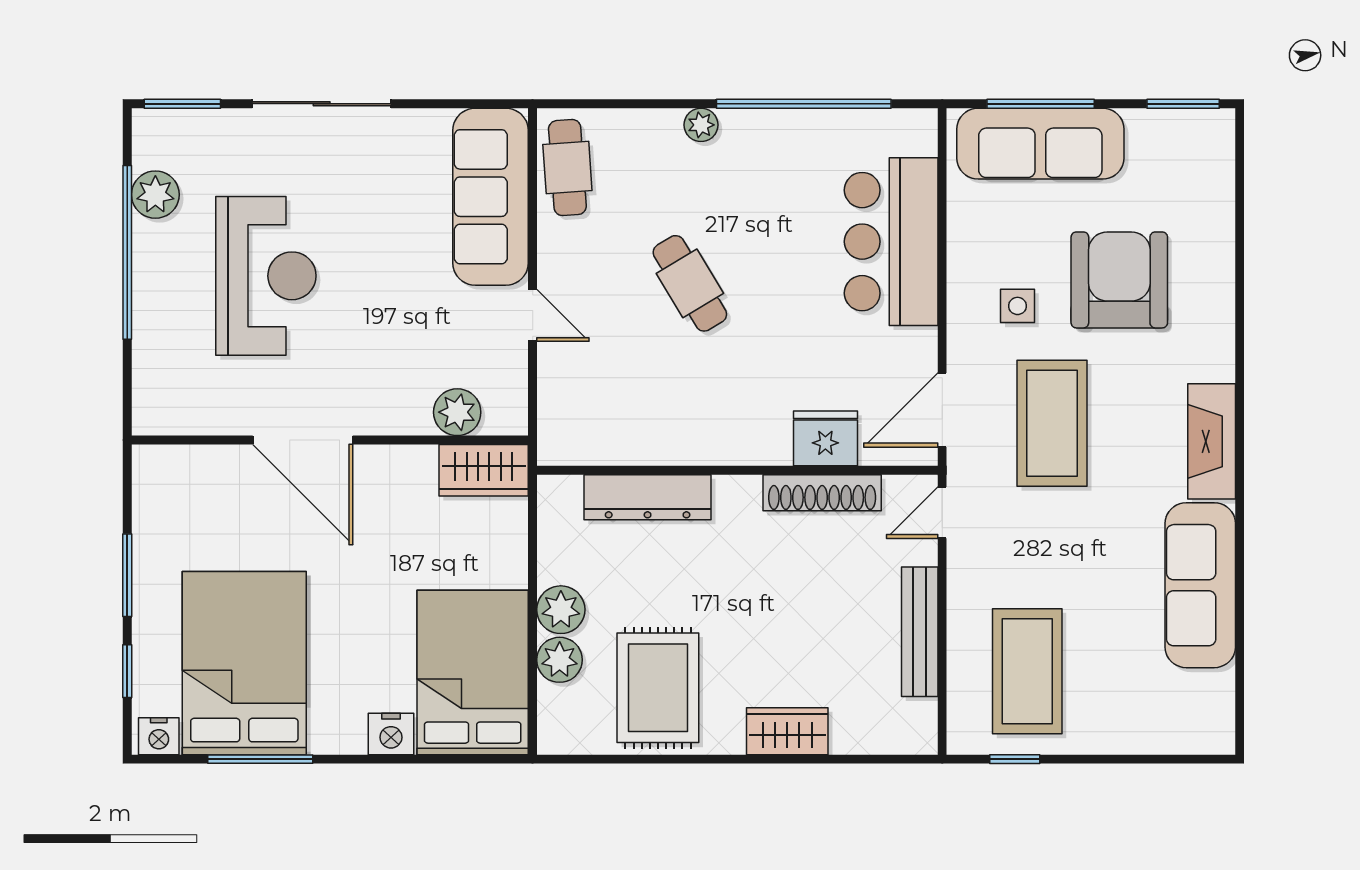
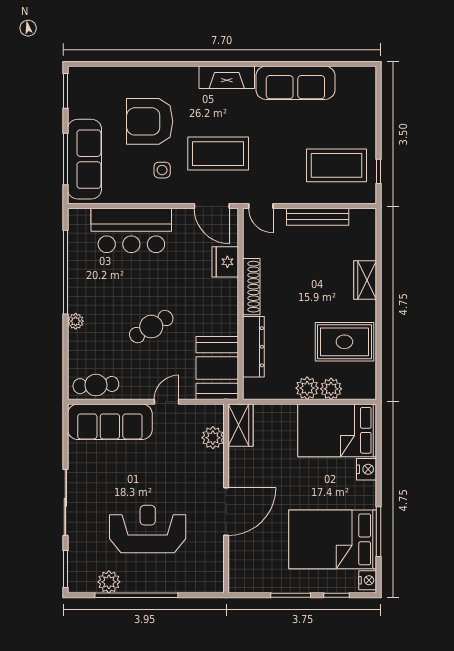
booth: (603, 422) -> (217, 368), added
shoe rack: (822, 493) -> (251, 287), moved

